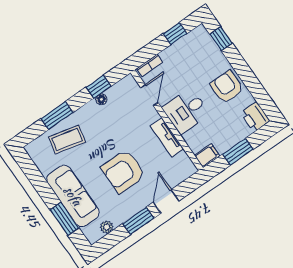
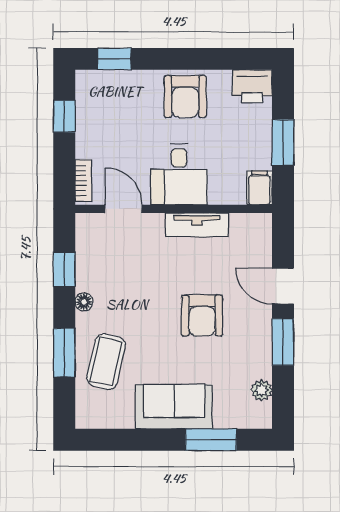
armchair: (227, 87) -> (185, 96), turned -90
floor lamp: (101, 99) -> (84, 302), moved
armchair: (123, 171) -> (202, 316), width x0.73, depth x0.73
sofa: (73, 196) -> (174, 407), width x0.73

